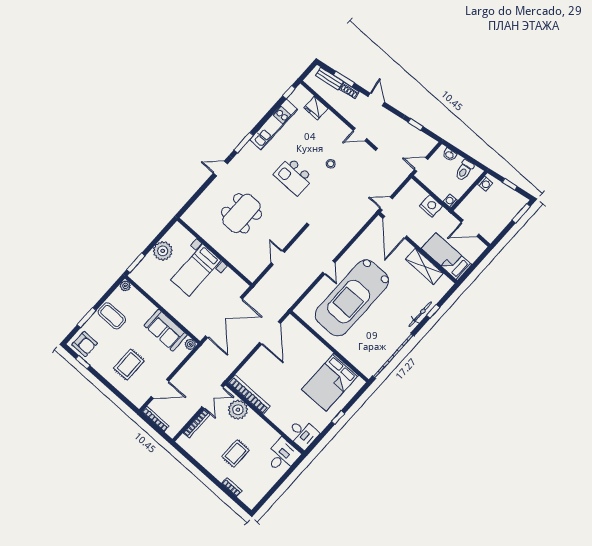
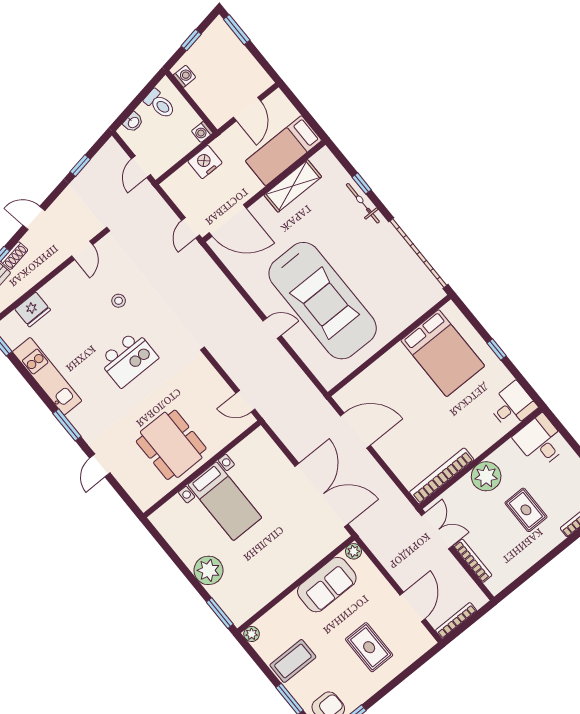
wall: (215, 252) -> (202, 469), moved
bed with nightstands: (196, 270) -> (225, 501), moved
plant: (238, 410) -> (486, 476), moved

